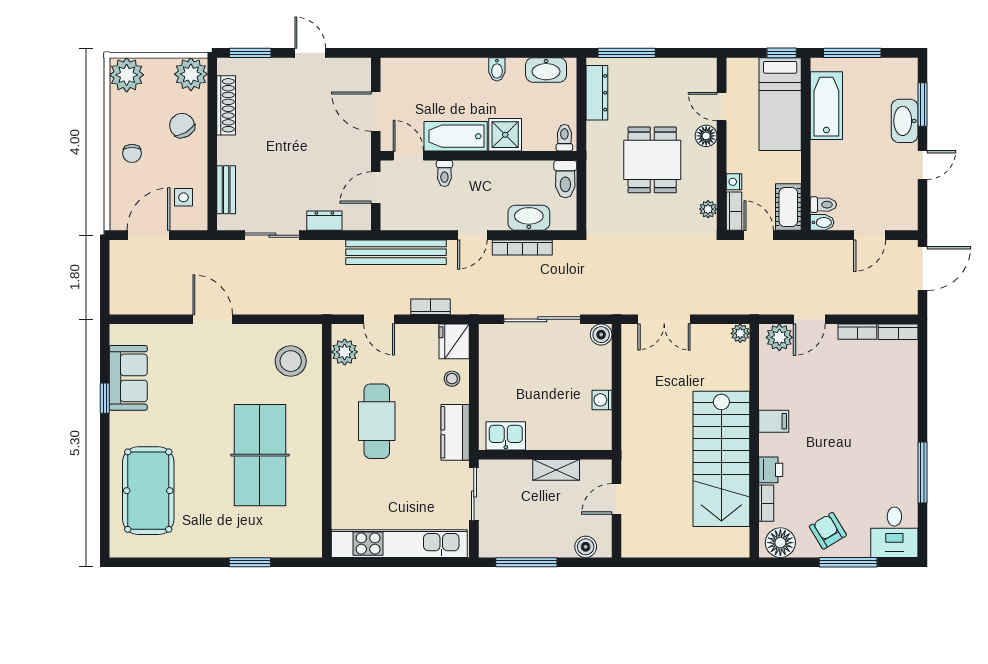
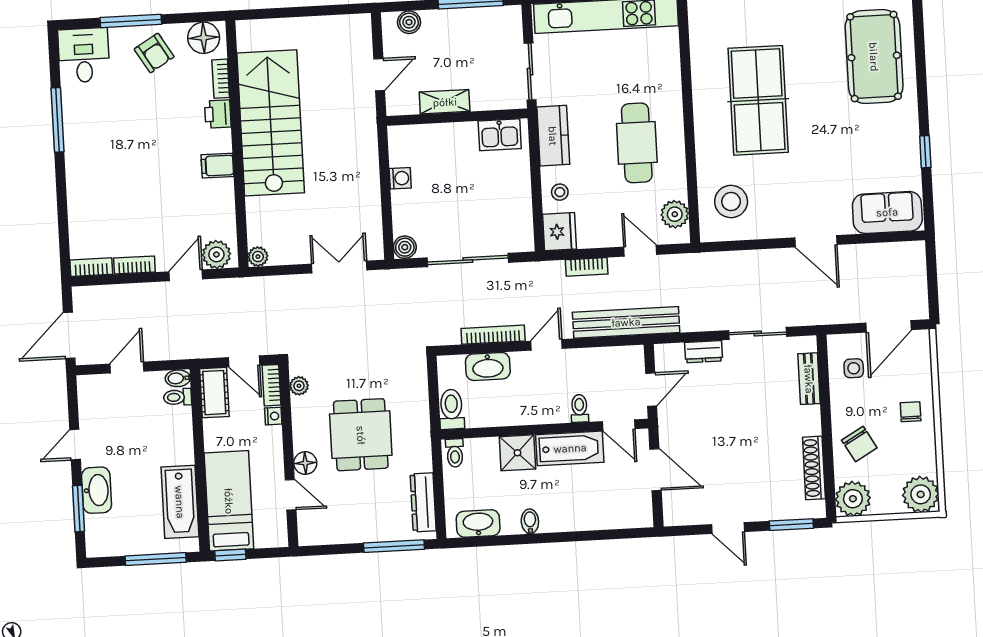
sofa: (128, 378) -> (887, 212), moved, turned 90

